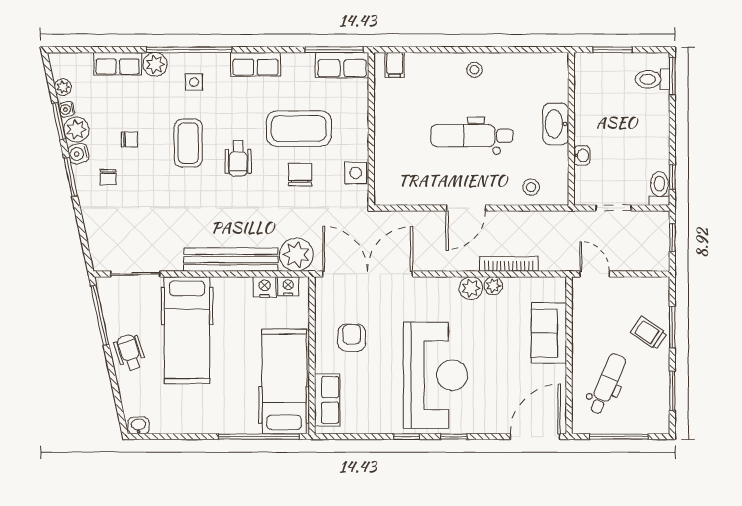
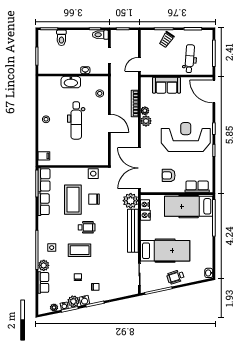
row of seats: (255, 64) -> (44, 204), moved
toilet: (653, 79) -> (61, 38), moved
dental chair: (607, 384) -> (190, 59), turned 71

